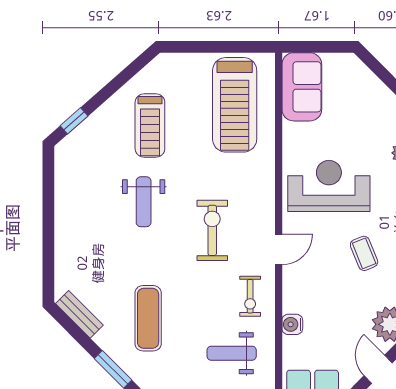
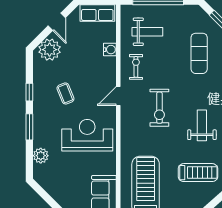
treadmill: (150, 126) -> (198, 173), turned 90
reception desk: (329, 186) -> (87, 135), turned 180

